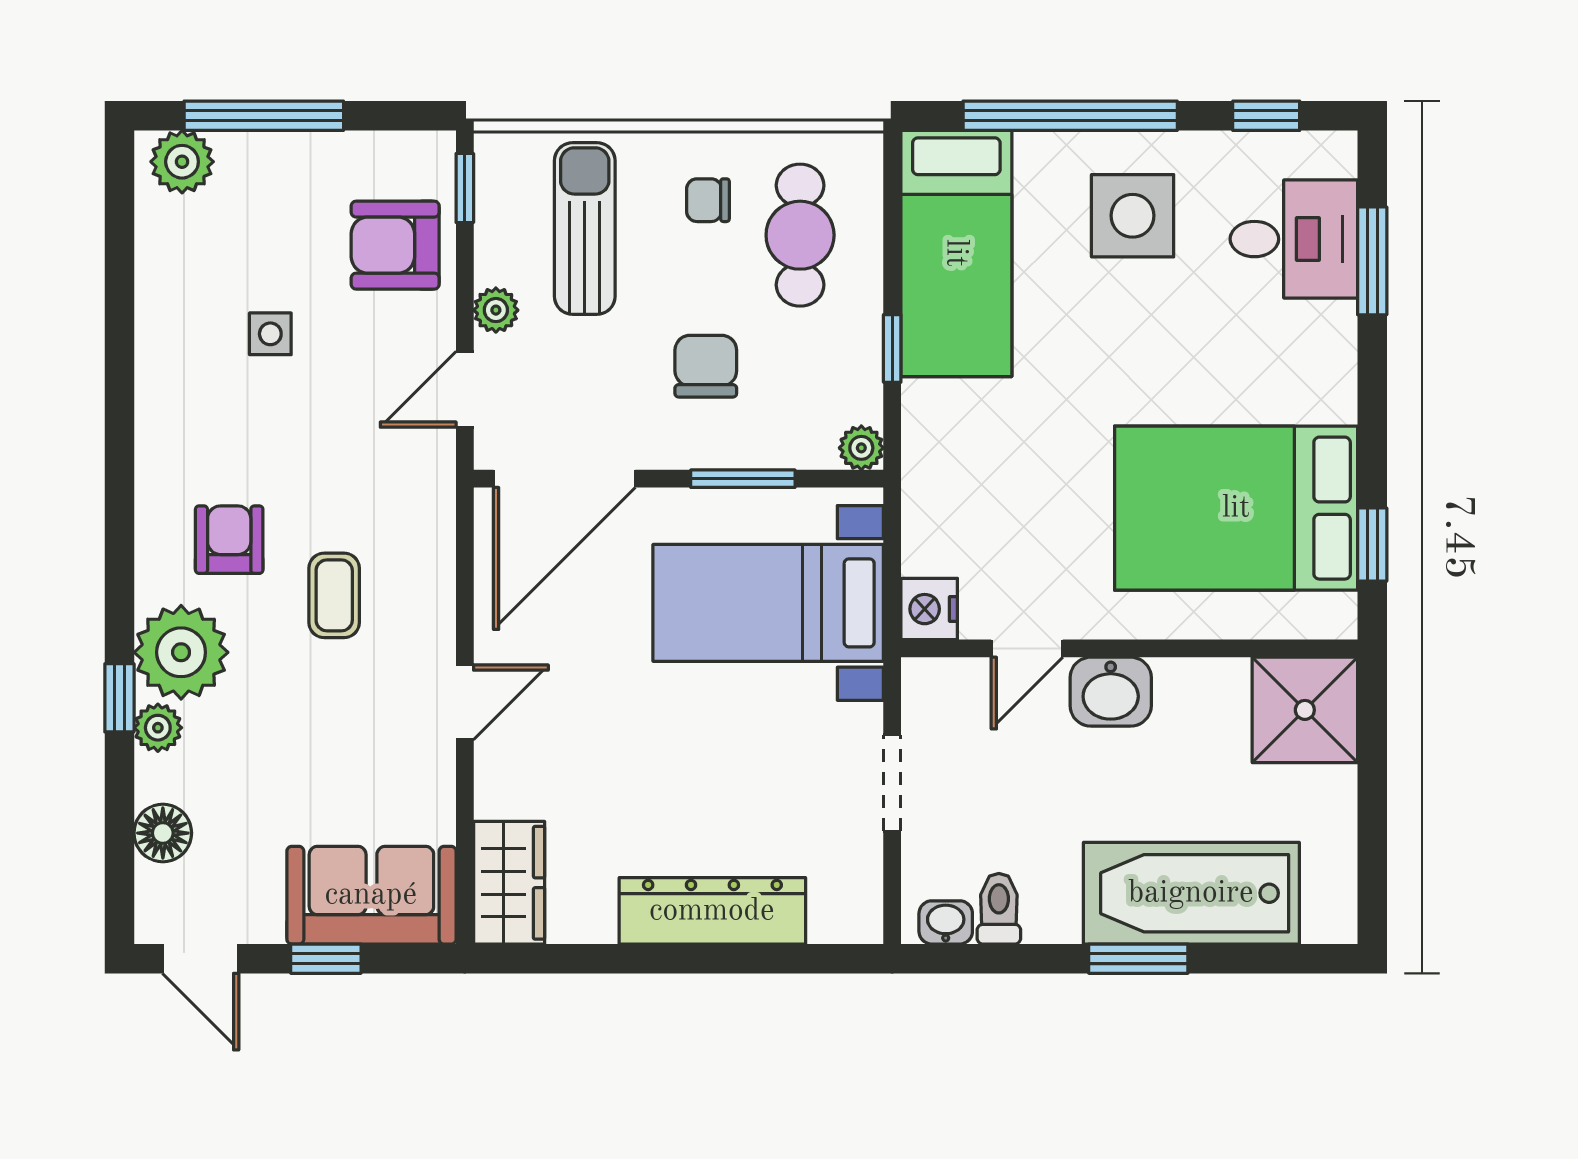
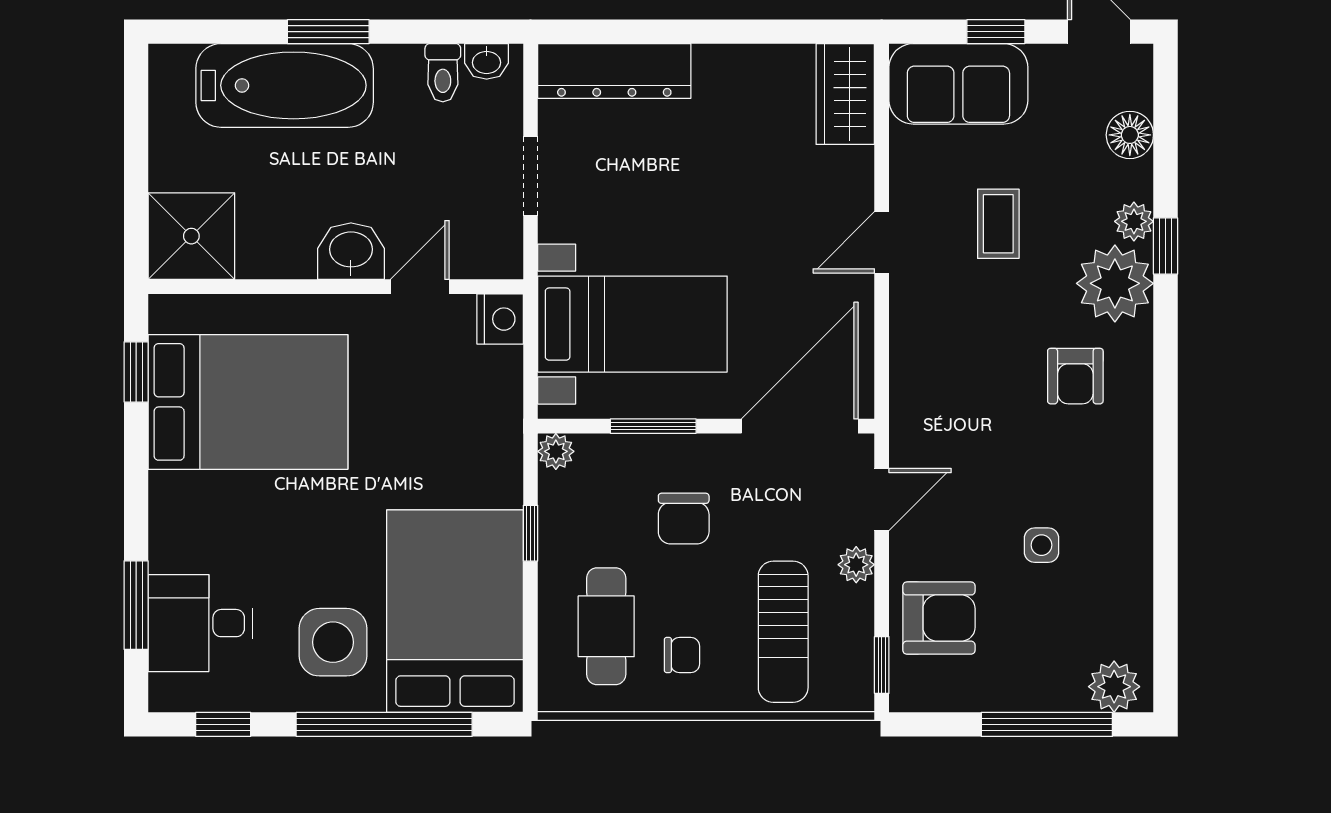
bed: (956, 253) -> (455, 611), width x1.50
coffee table: (334, 595) -> (998, 224), moved
dresser: (712, 911) -> (614, 71), moved

